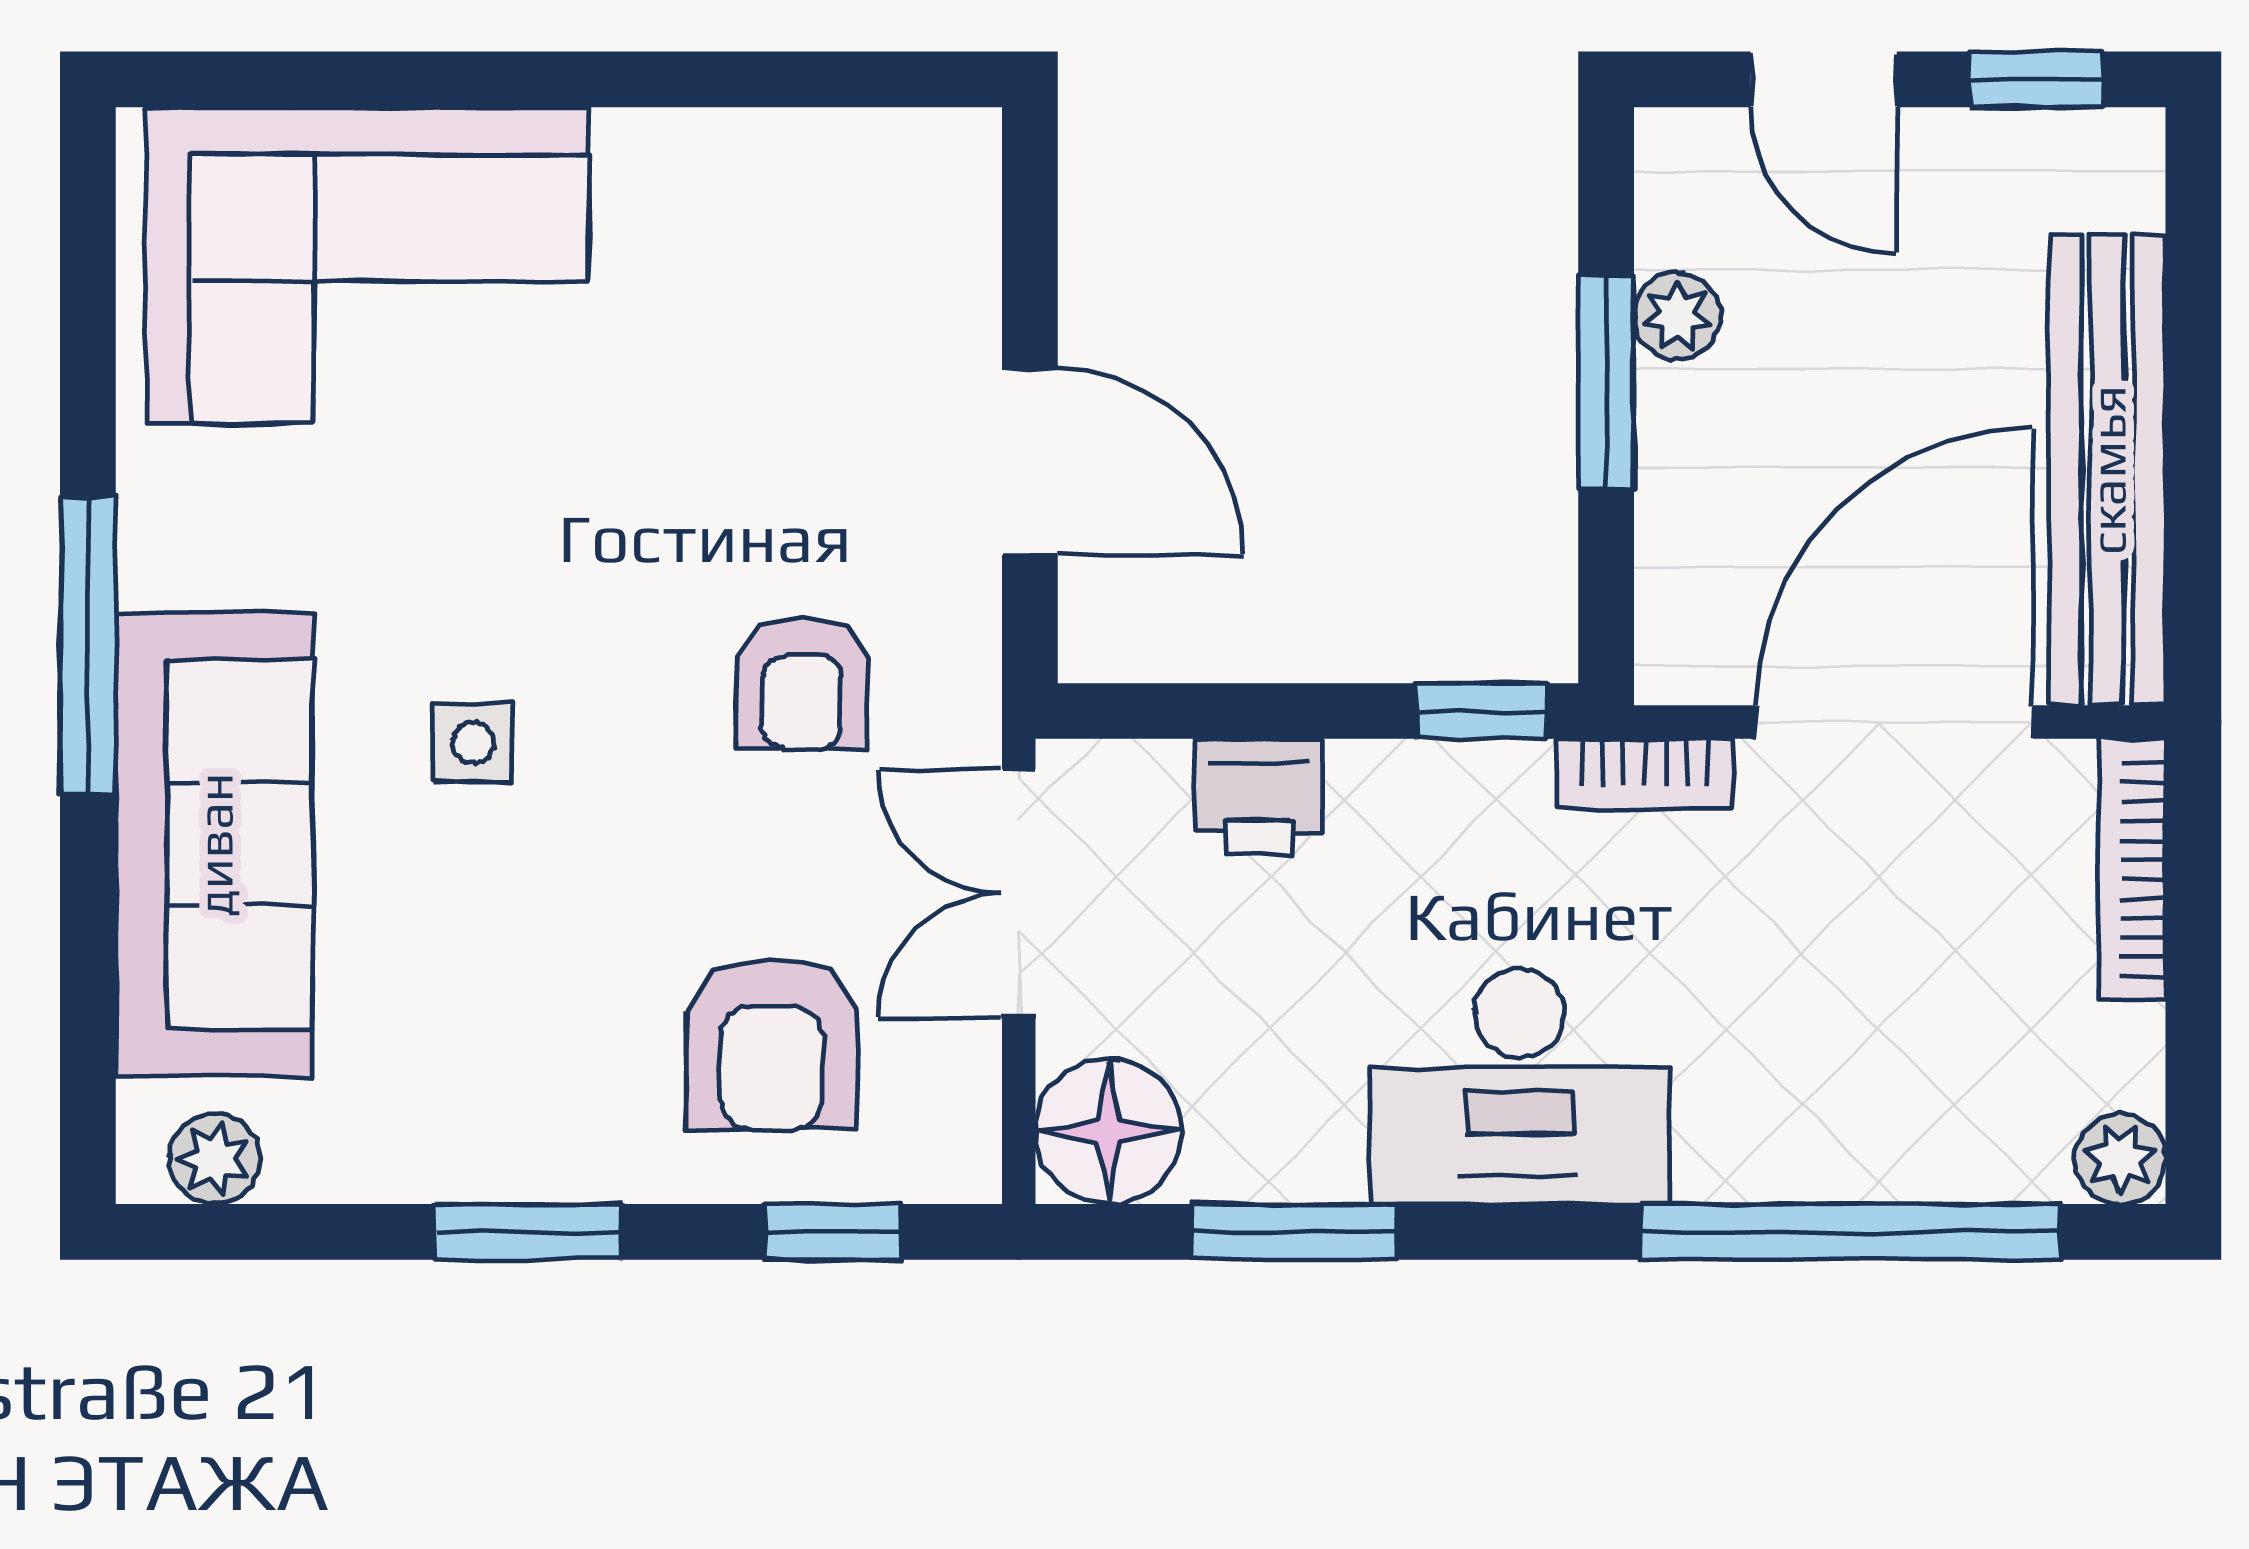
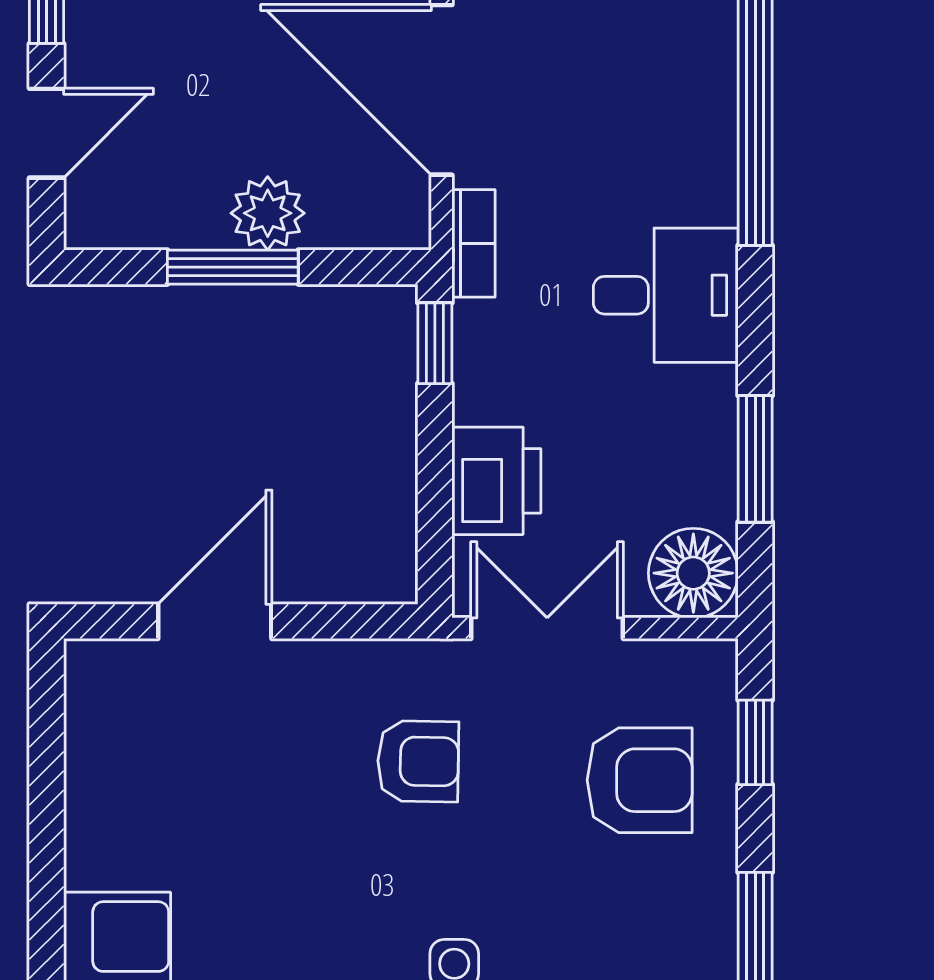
plant: (1677, 316) -> (268, 213), moved, width x1.38, depth x1.38
door: (1030, 462) -> (215, 621), moved
printer: (1258, 797) -> (496, 481), width x1.36, depth x1.24
double door: (1019, 893) -> (547, 628), swing flipped
desk: (1520, 1086) -> (666, 295), width x0.73

